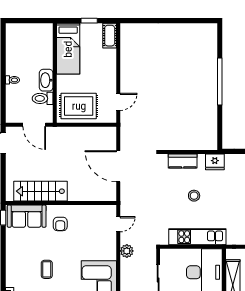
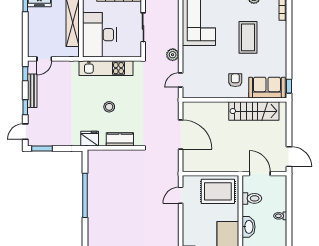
washbasin: (46, 80) -> (248, 227), moved
window: (220, 81) -> (85, 195), moved
coffee table: (47, 269) -> (248, 37), width x1.86, depth x1.72

